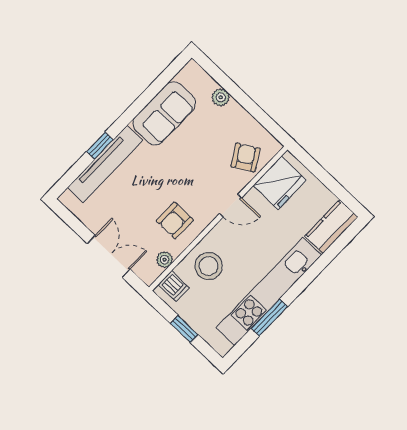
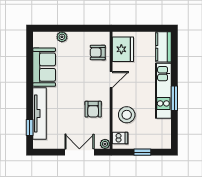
window: (100, 146) -> (30, 127), moved
armchair: (246, 157) -> (98, 52), turned -59
plant: (164, 260) -> (105, 144), moved
kitchen unit: (269, 292) -> (163, 91), width x0.73
window: (269, 318) -> (174, 98), moved

